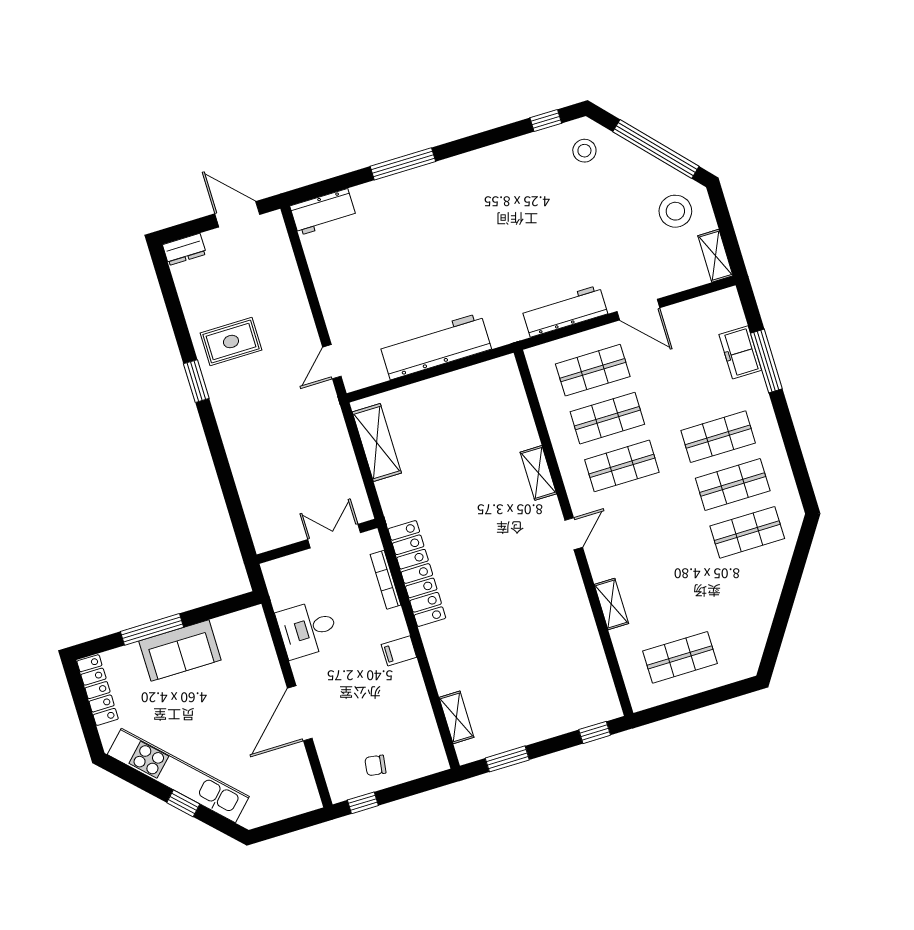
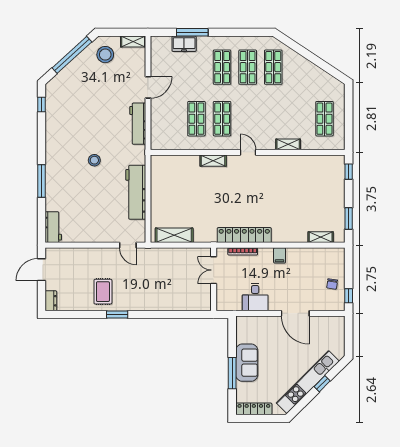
stool: (584, 151) -> (94, 160), moved
shop shelf: (593, 370) -> (171, 119), removed

